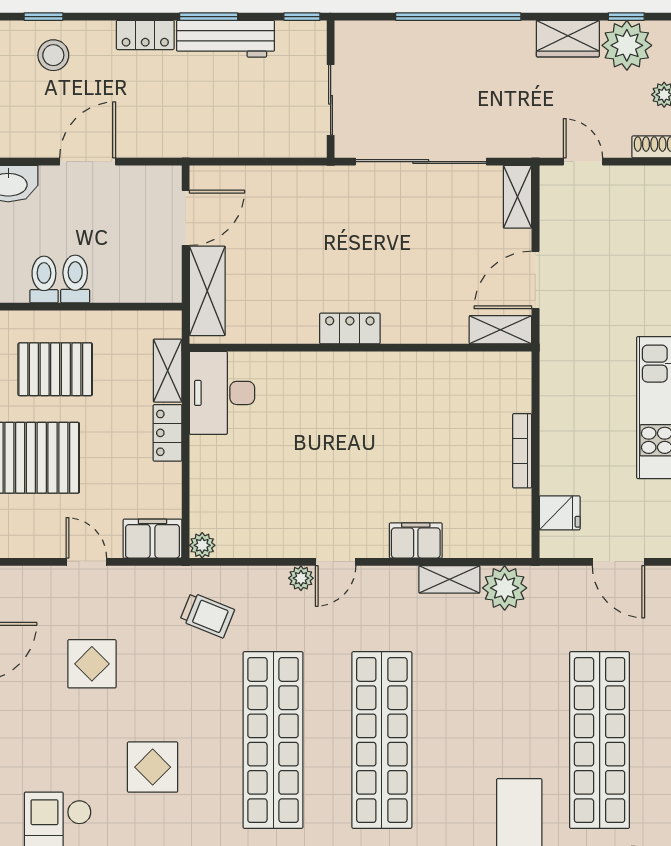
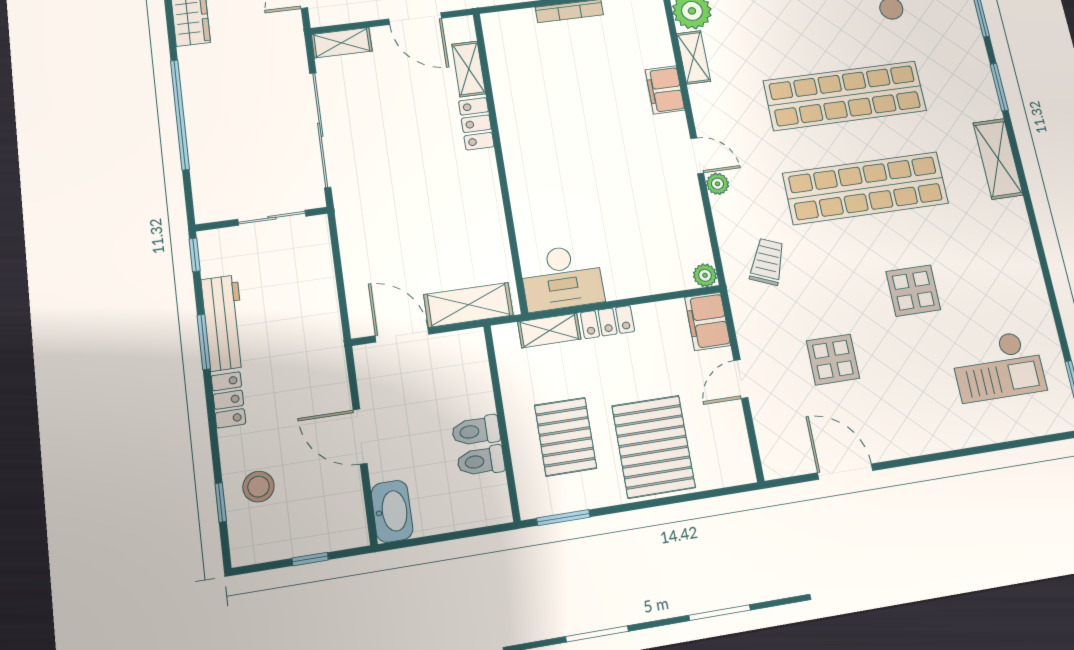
locker: (350, 328) -> (476, 124), moved
shelving: (500, 330) -> (469, 69), moved

